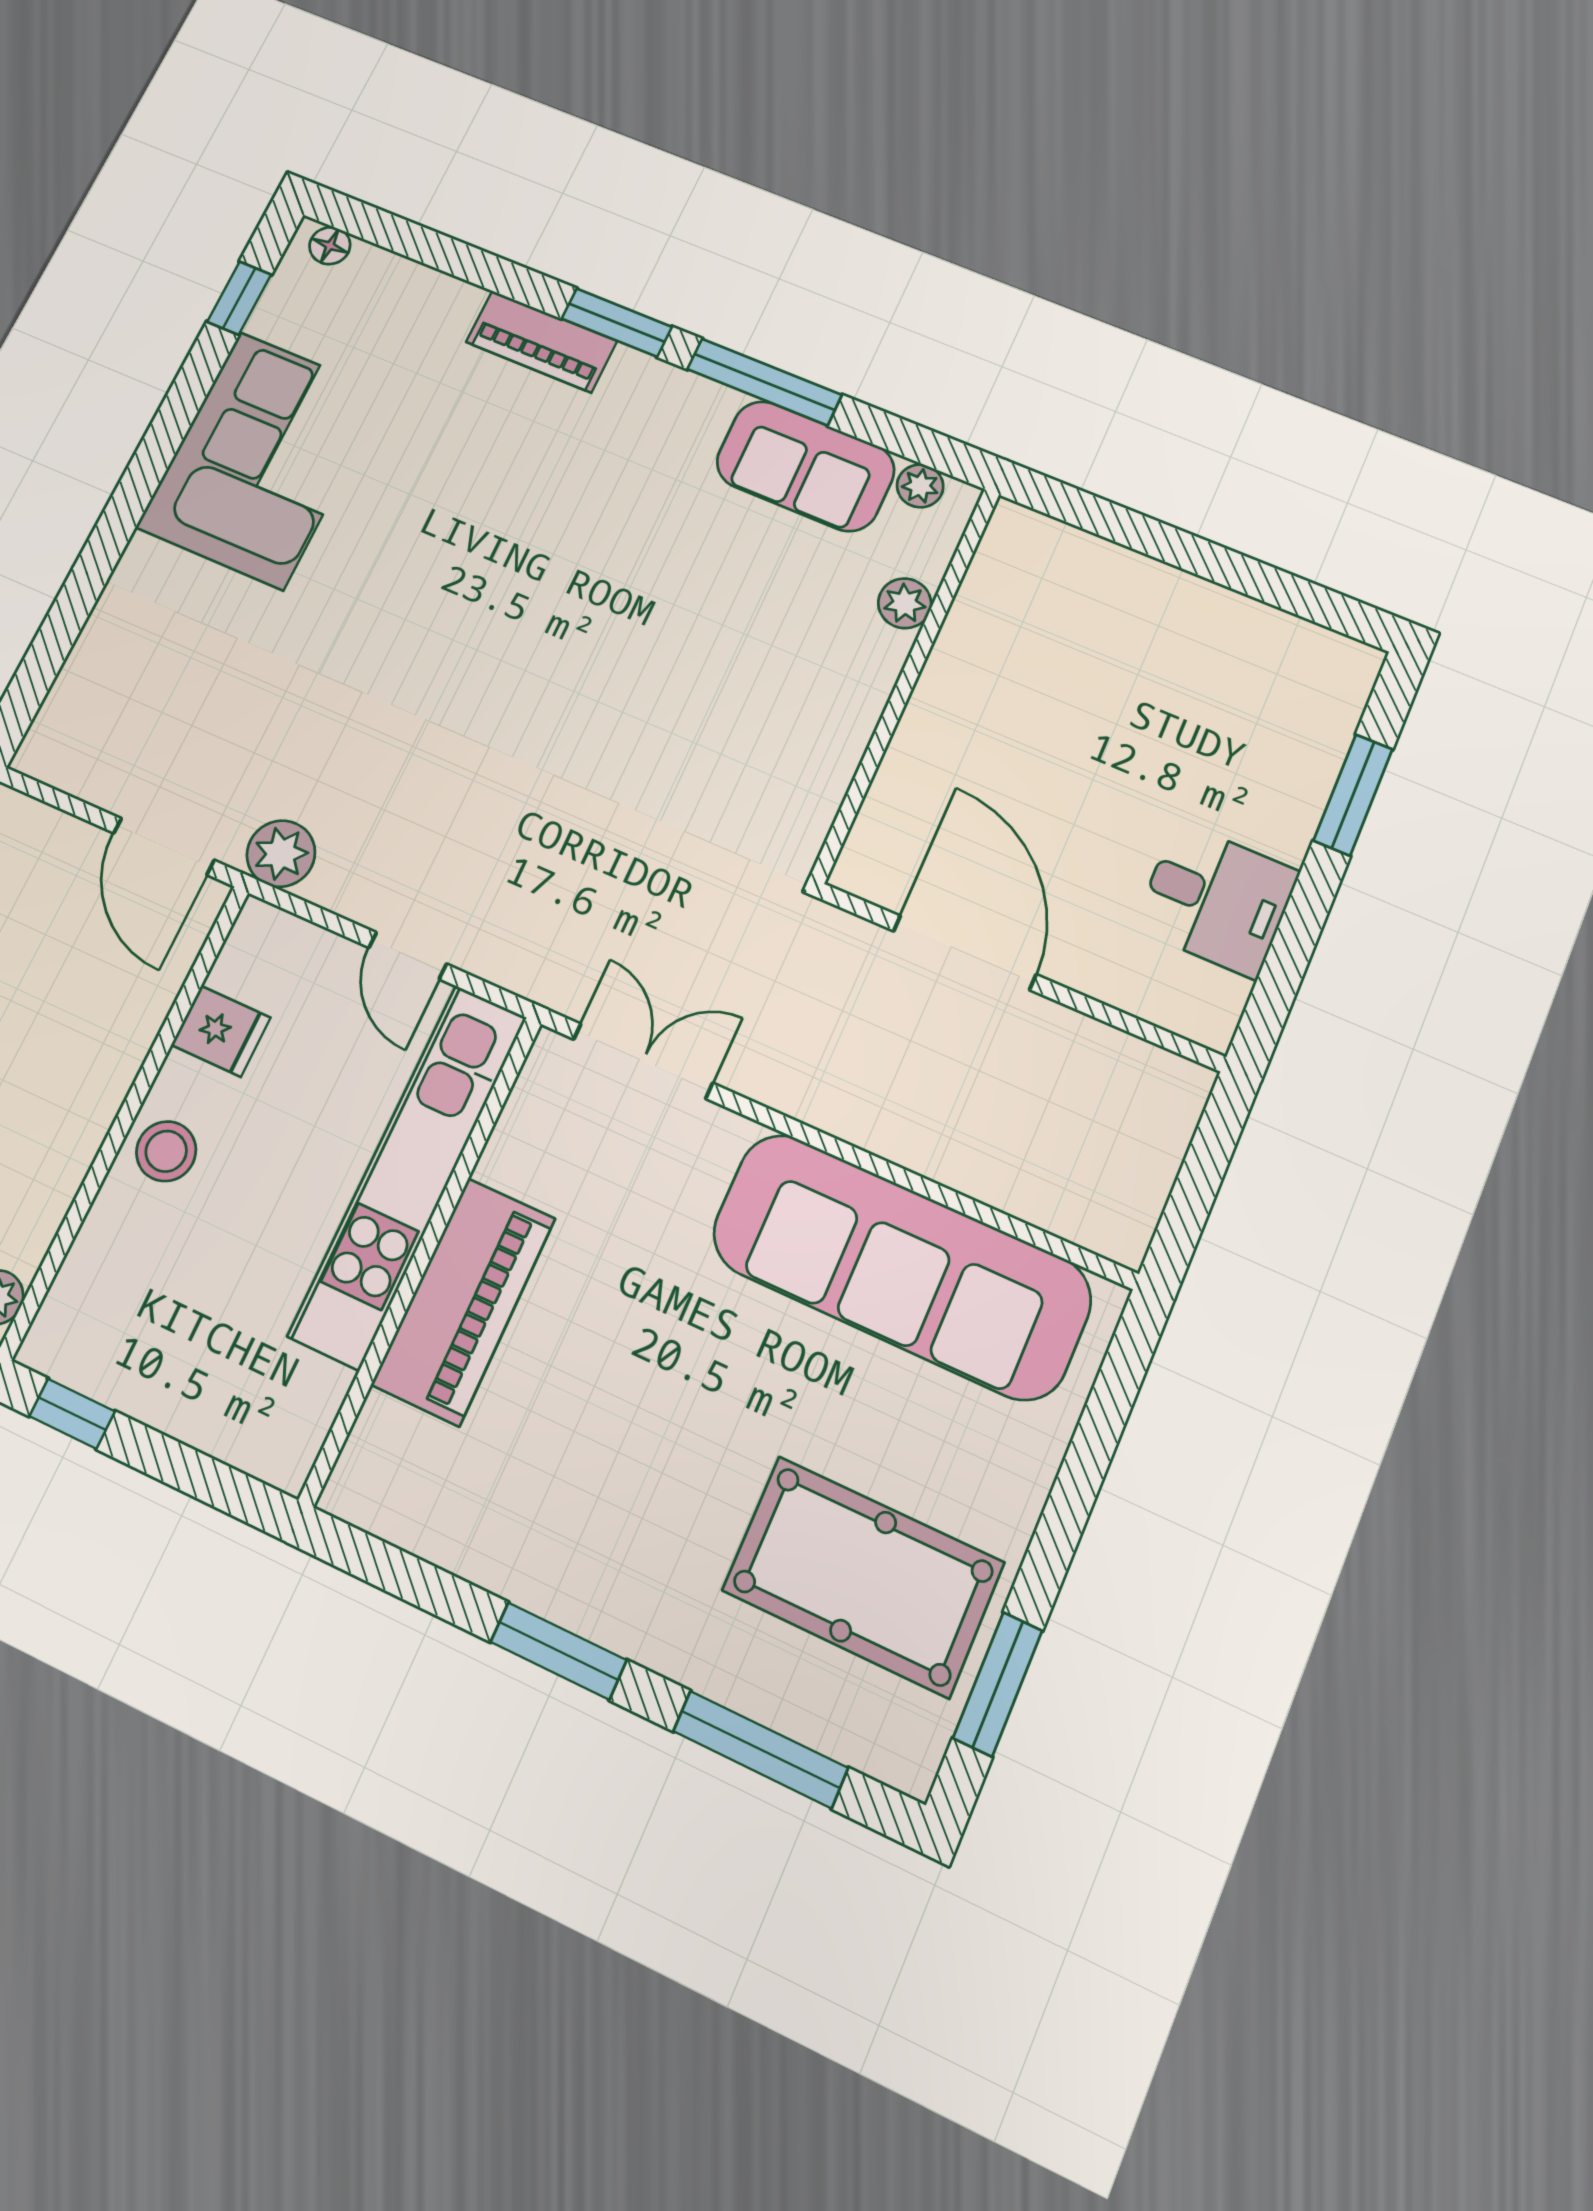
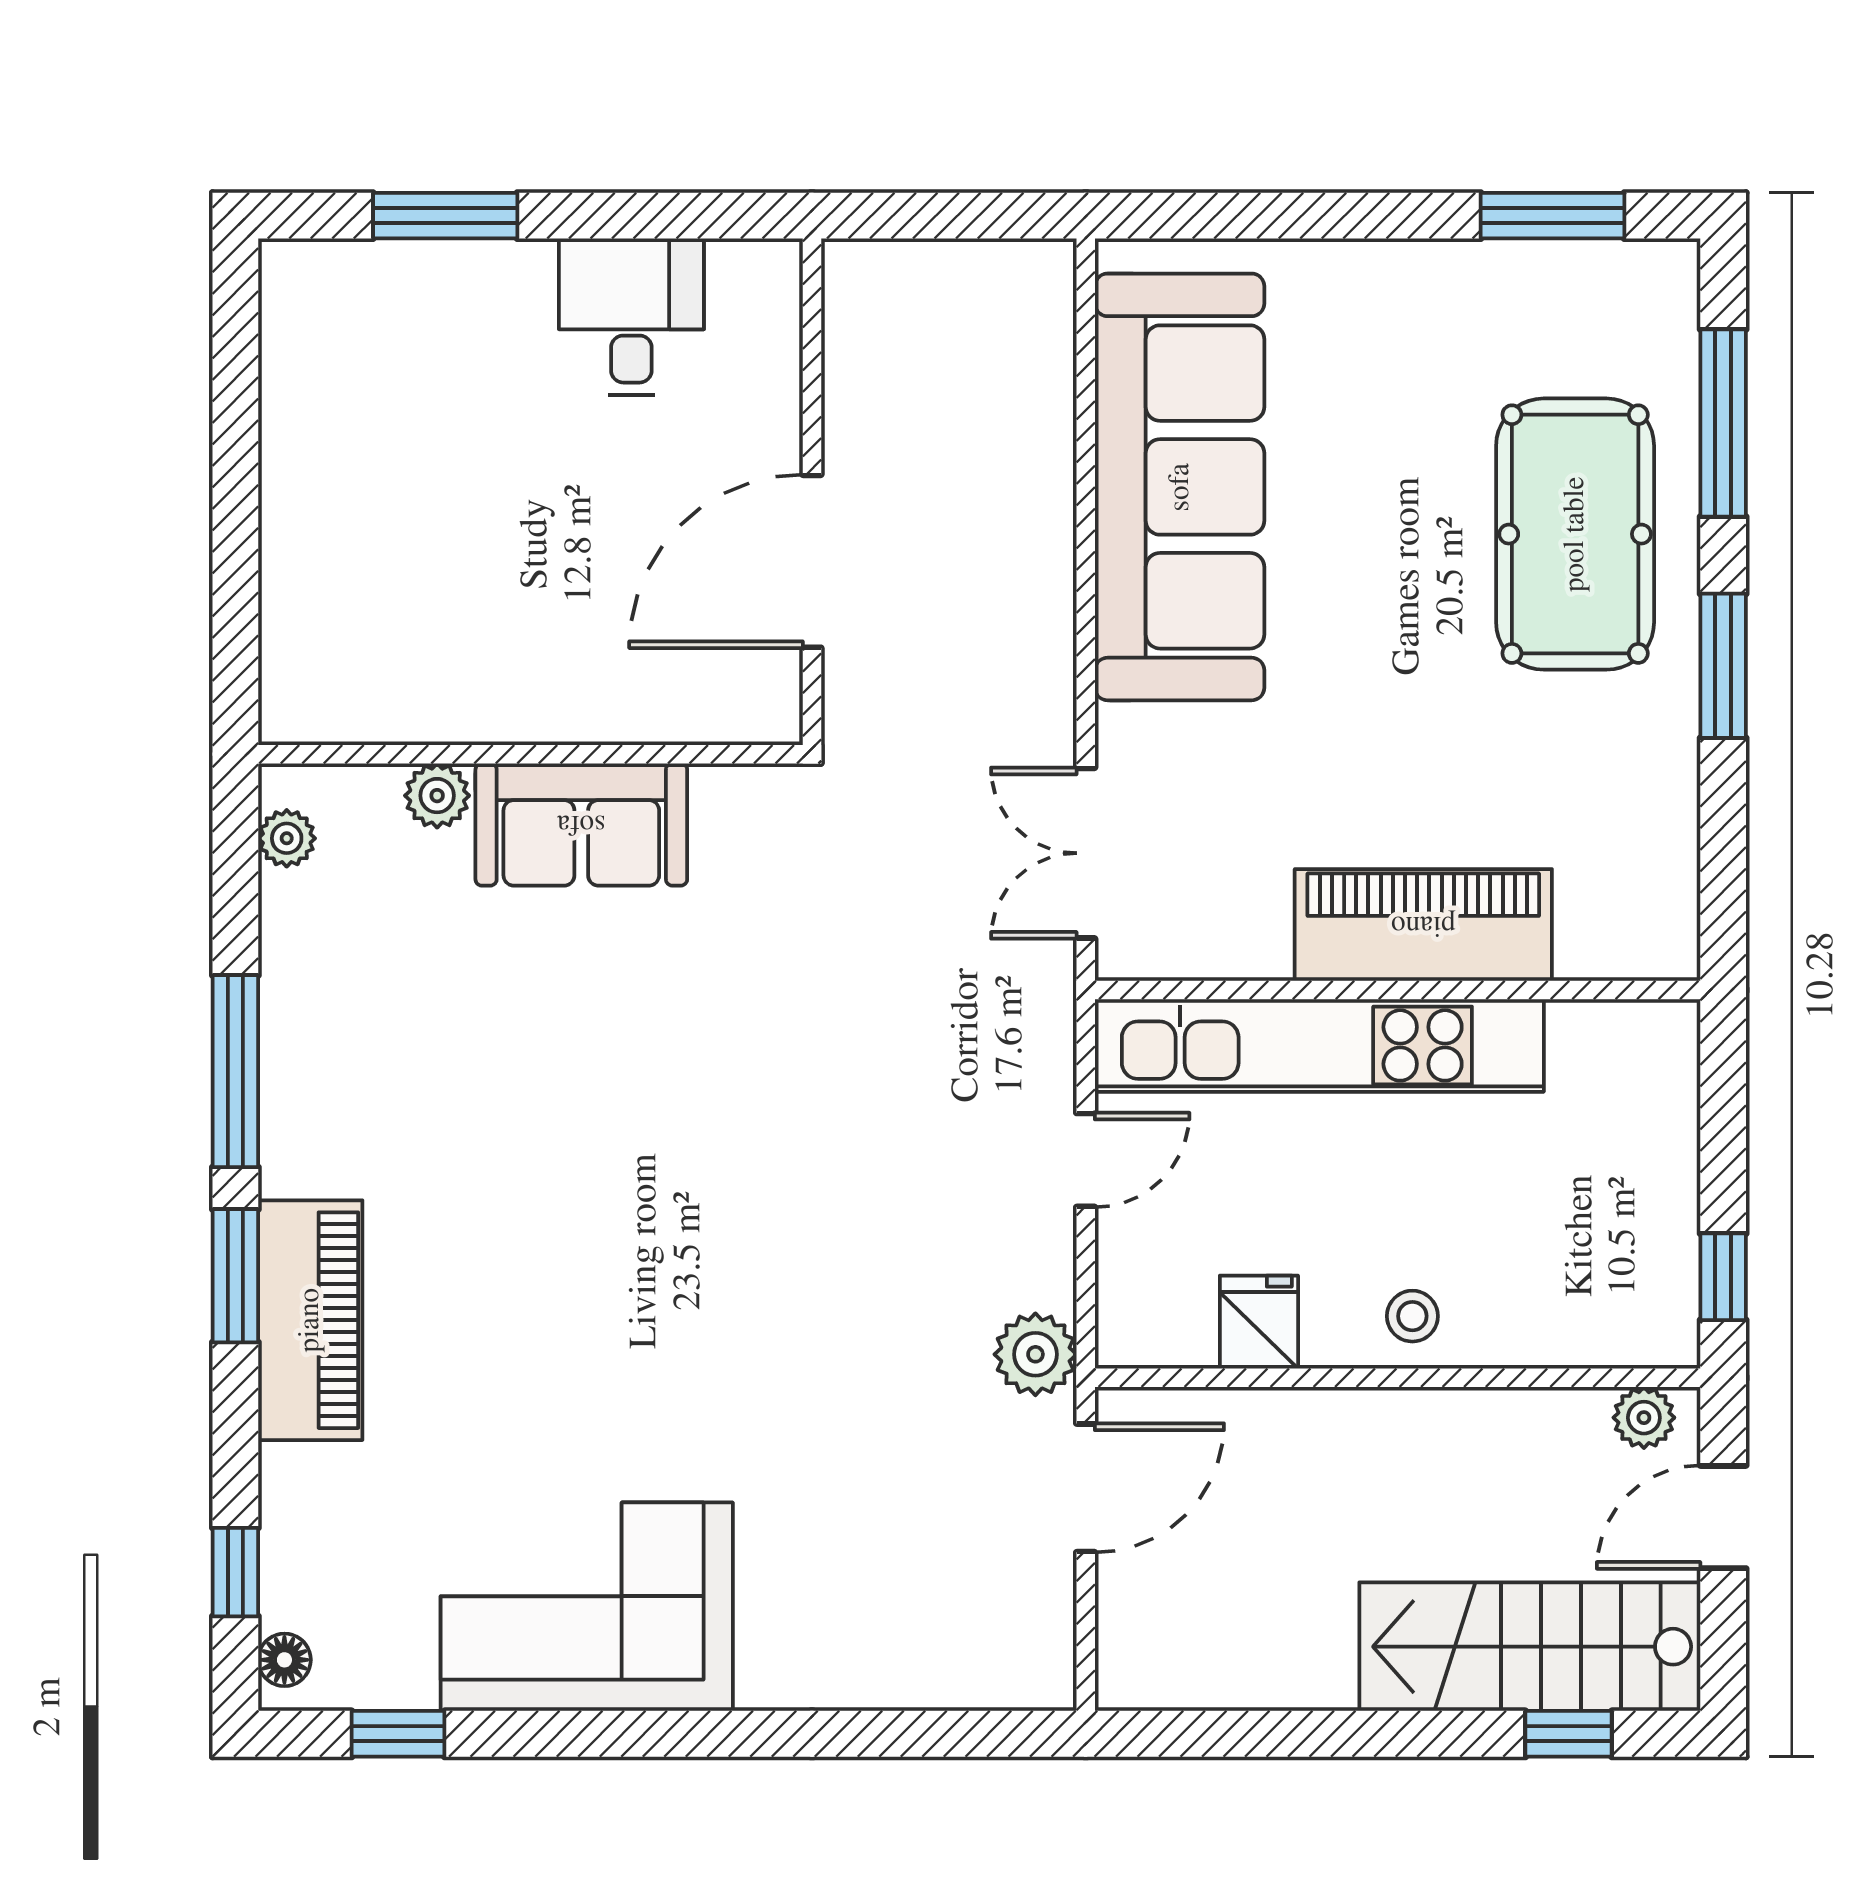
window: (408, 239) -> (235, 1572), added
piano: (542, 341) -> (310, 1320), width x1.37, depth x1.33
sofa: (805, 466) -> (581, 824), moved, turned 90
stool: (166, 1151) -> (1412, 1316), width x0.73, depth x0.73
pool table: (863, 1576) -> (1575, 534), moved

